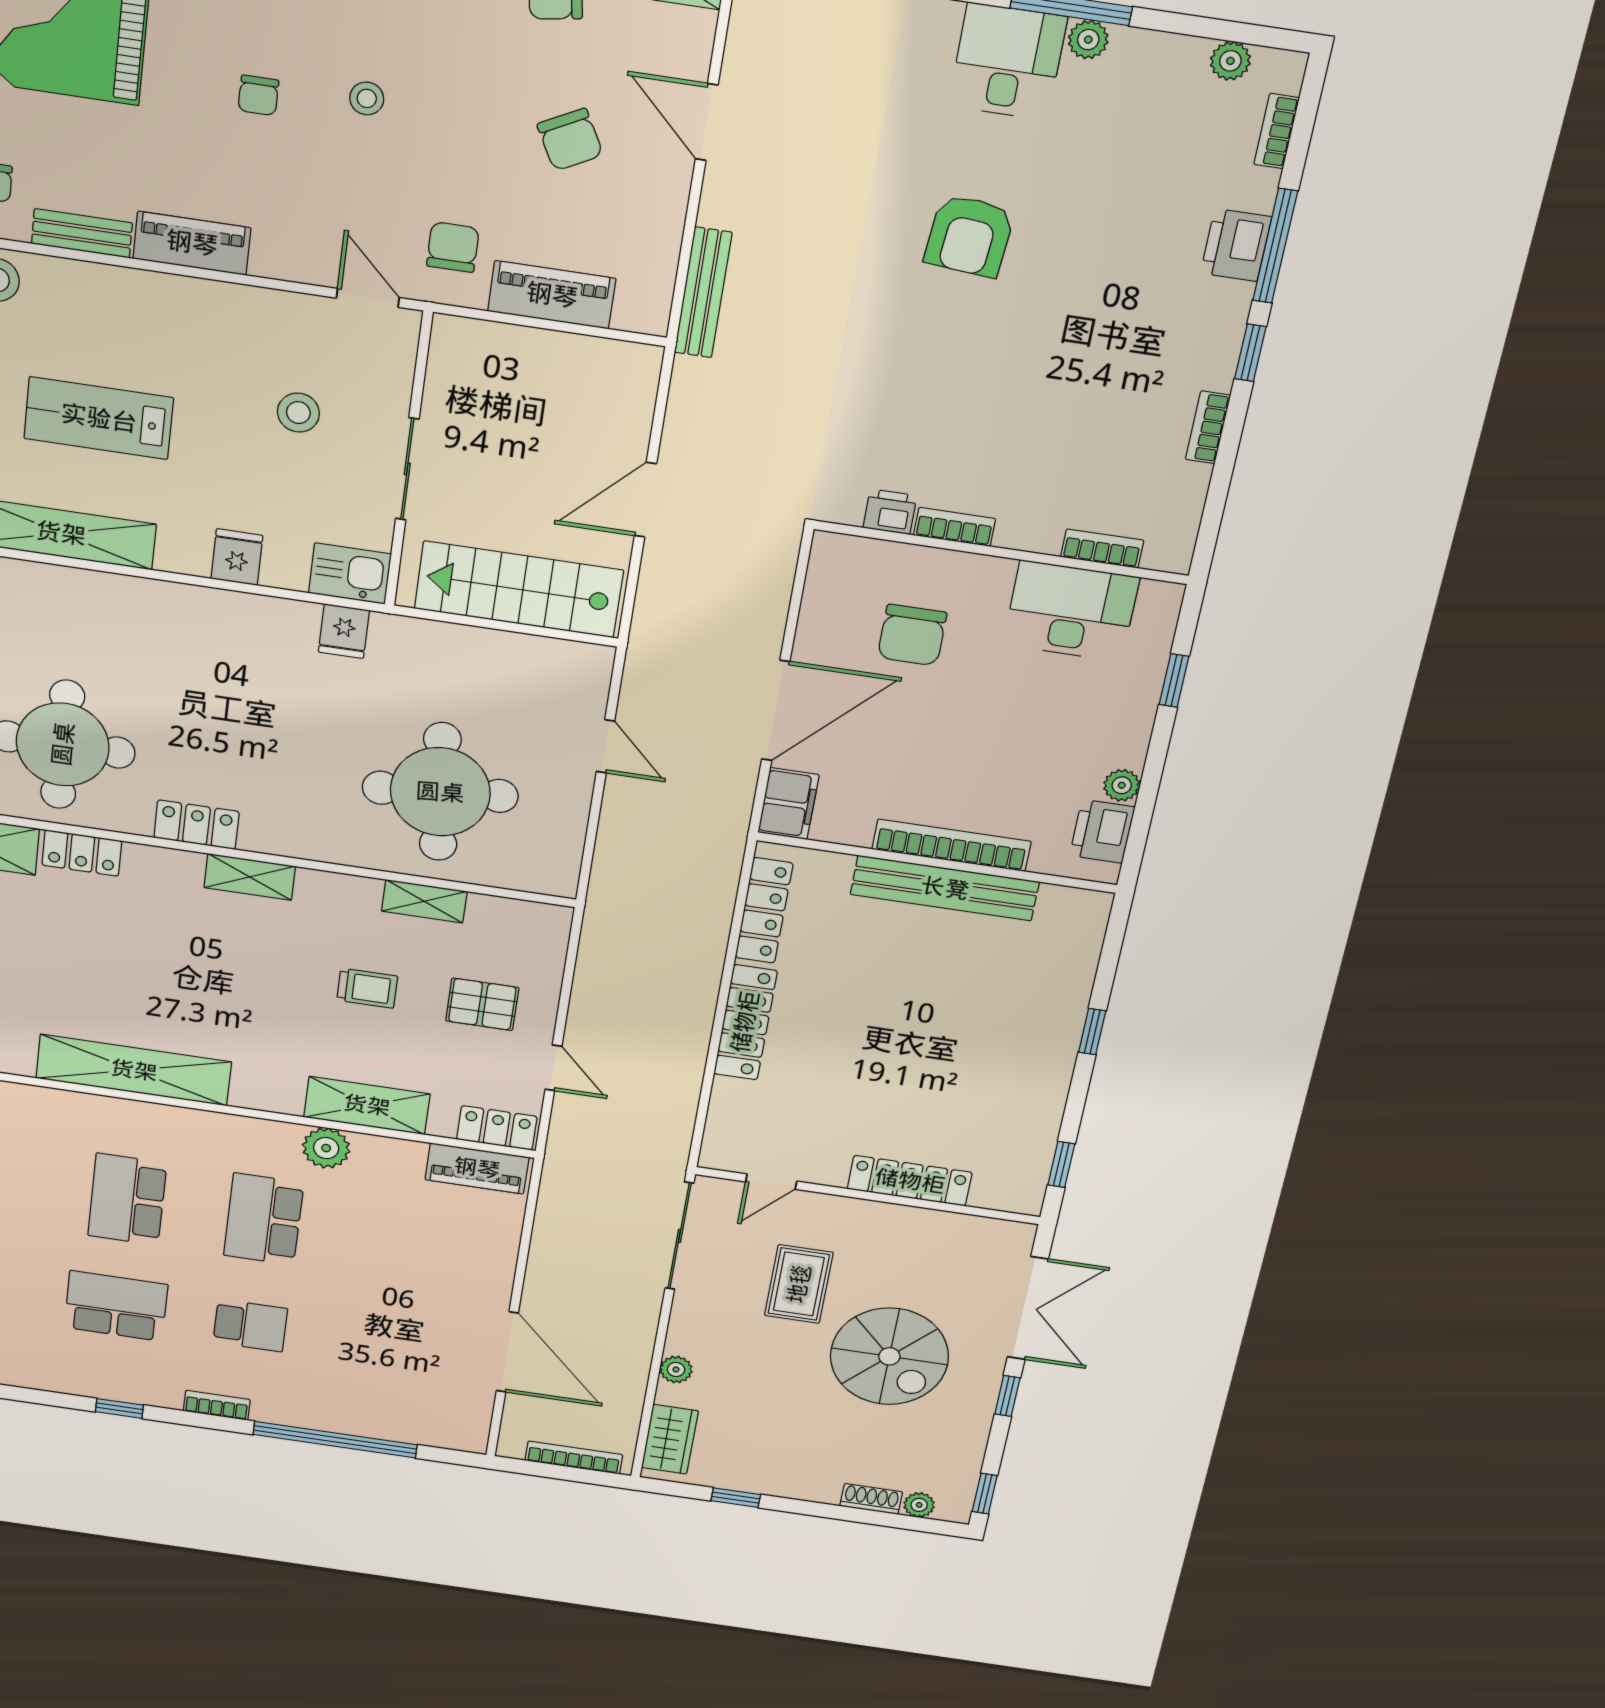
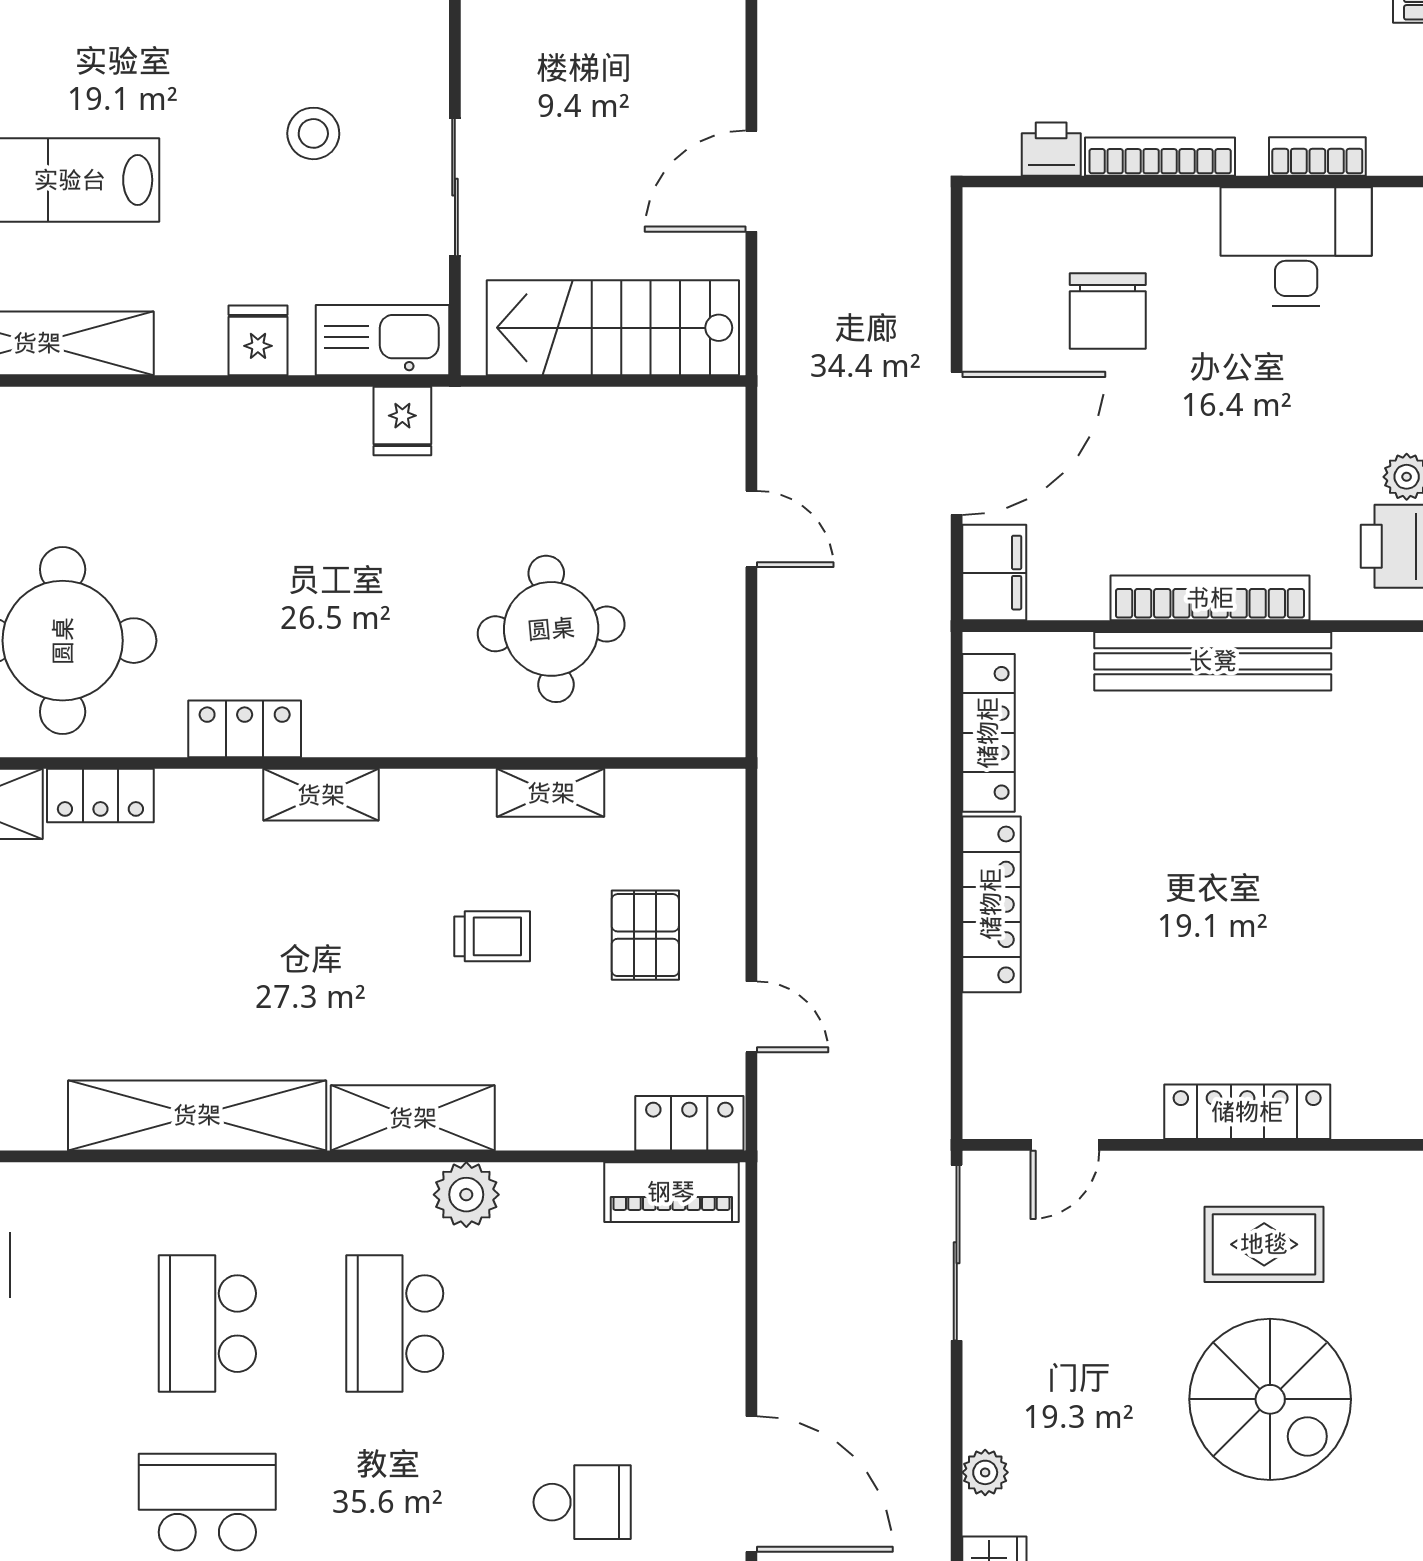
bookcase: (955, 527) -> (1160, 157), width x1.56
kitchen sink: (350, 574) -> (383, 340), width x1.38
round table: (440, 792) -> (551, 629), width x0.73, depth x0.73
pallet: (482, 1004) -> (645, 935), turned 90
shelving: (367, 1105) -> (413, 1118), moved
rug: (799, 1284) -> (1264, 1244), moved, turned 90
school desk: (250, 1325) -> (582, 1502), moved

